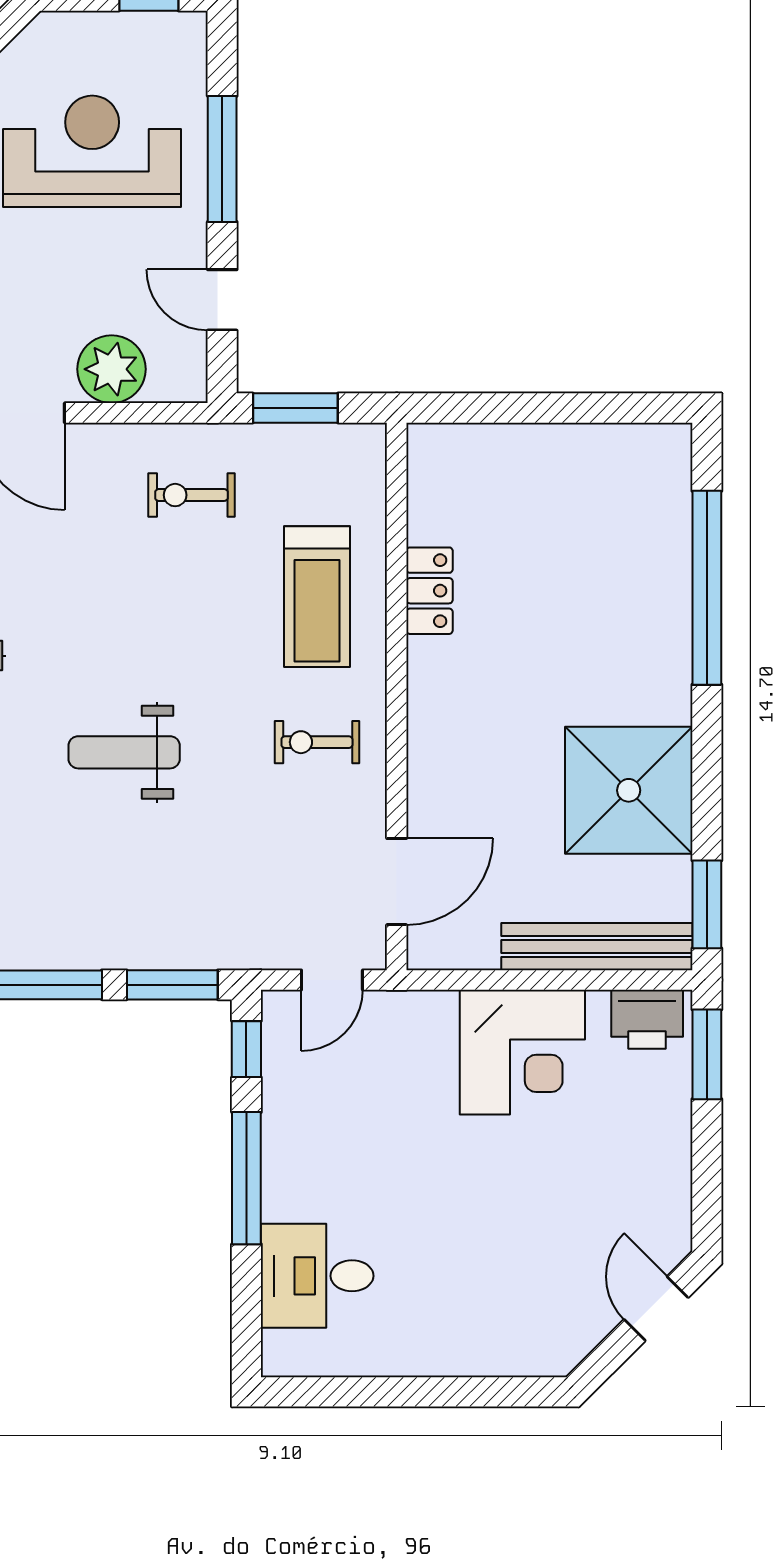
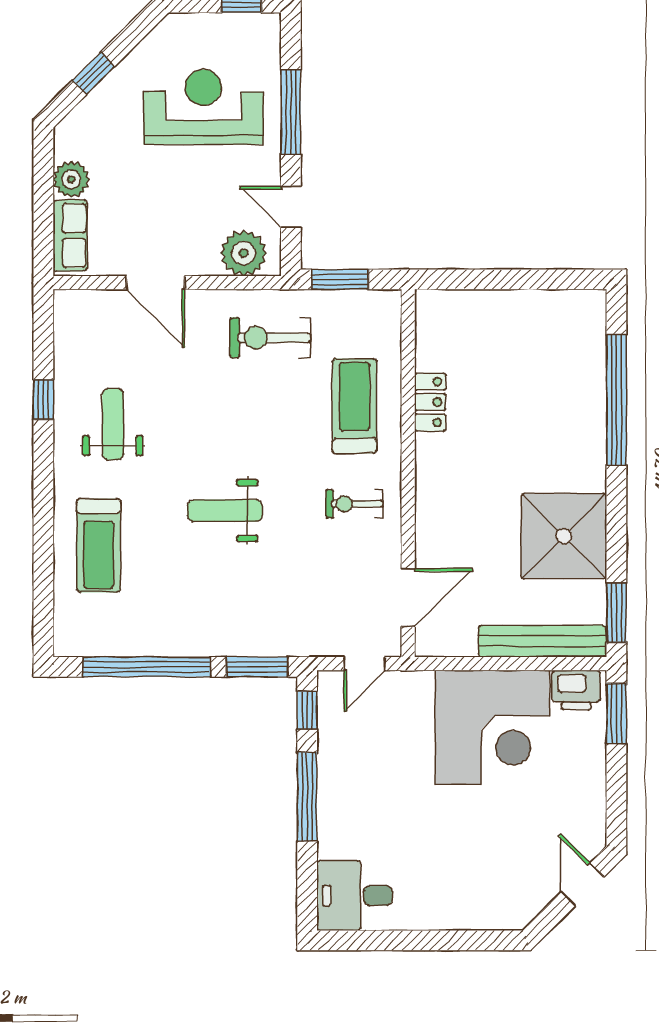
plant: (112, 369) -> (244, 253), moved
exercise bike: (191, 495) -> (270, 338), width x1.38, depth x1.39
treadmill: (317, 597) -> (354, 406), turned 180
corner desk: (522, 1052) -> (492, 727), width x1.36, depth x1.36
desk: (317, 1276) -> (355, 896), moved

